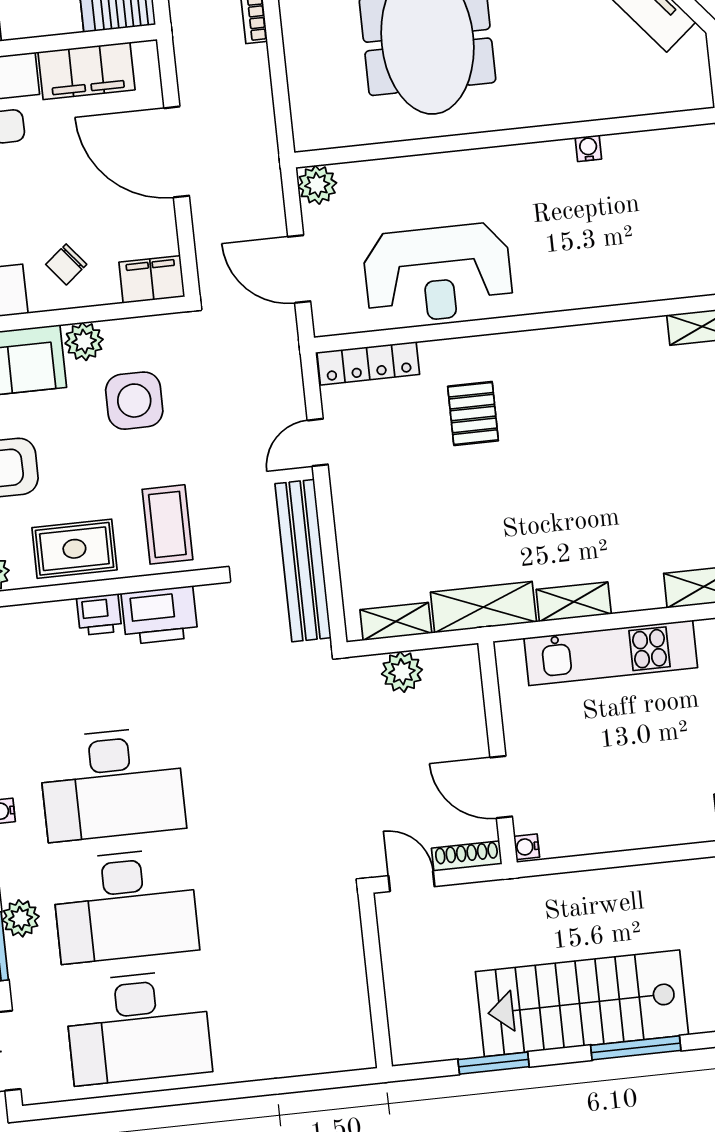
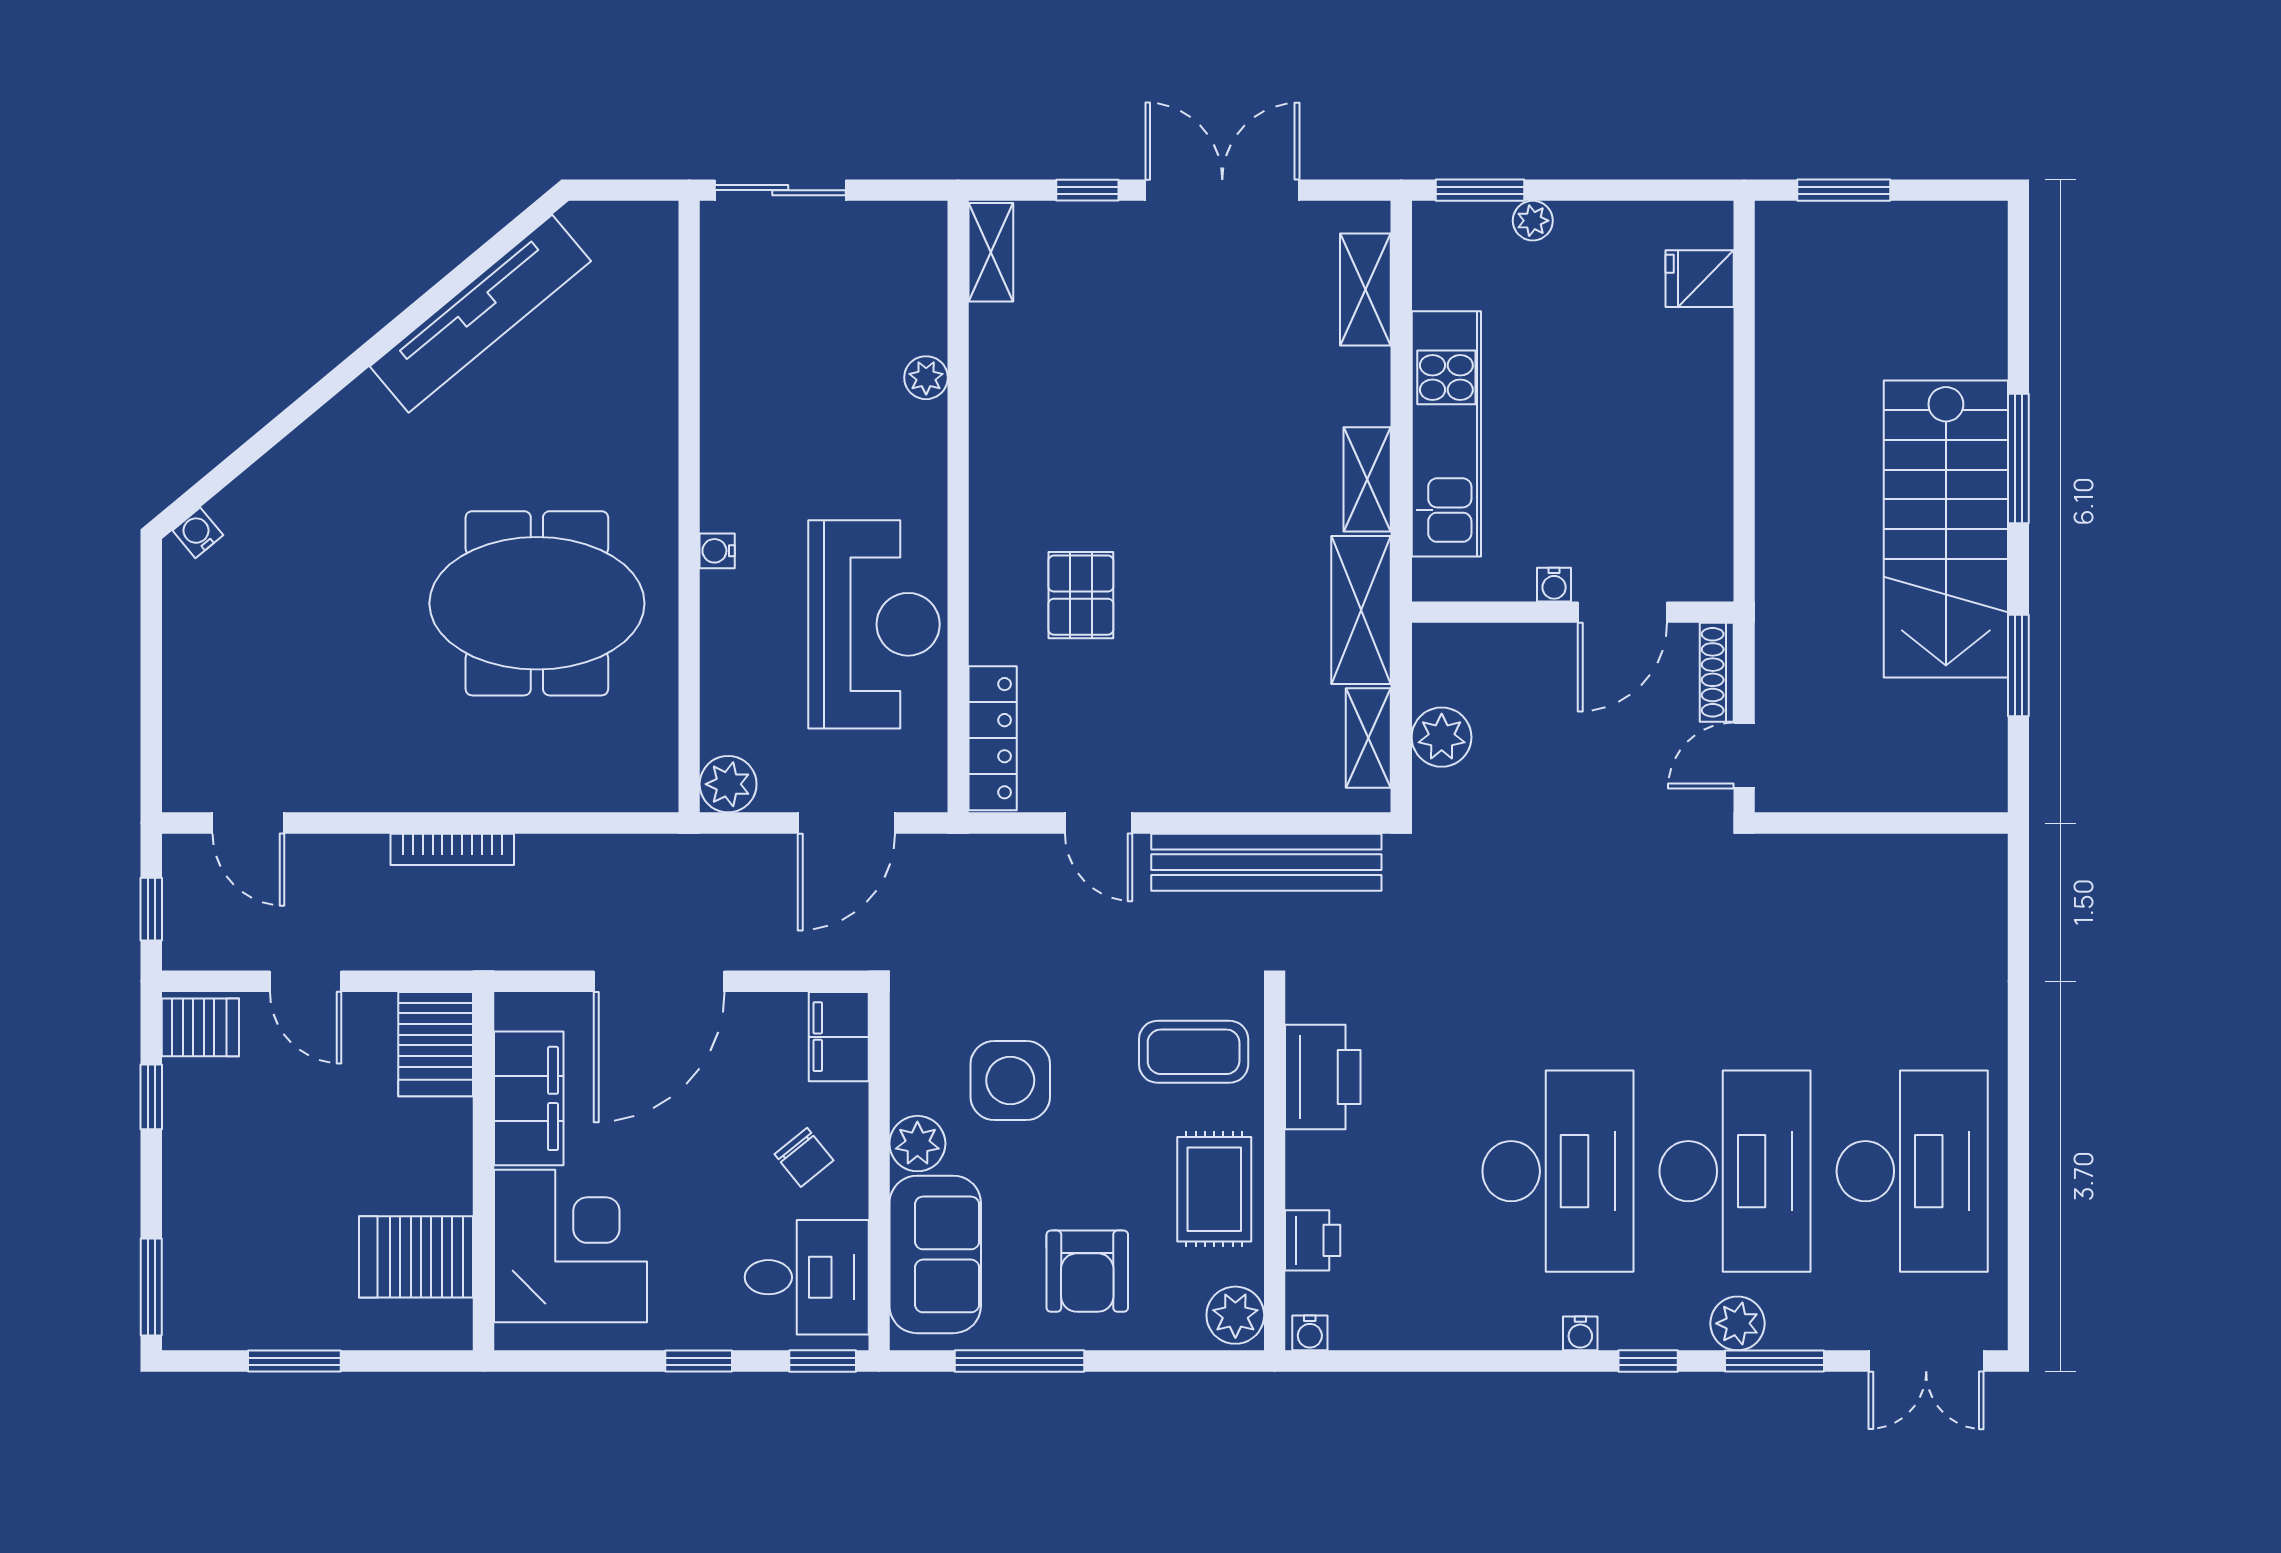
water cooler: (588, 148) -> (717, 551), moved
plant: (611, 291) -> (926, 378), added
pallet: (473, 413) -> (1081, 595), turned 90
printer: (99, 615) -> (1313, 1240), moved
water cooler: (527, 847) -> (1554, 585), moved

